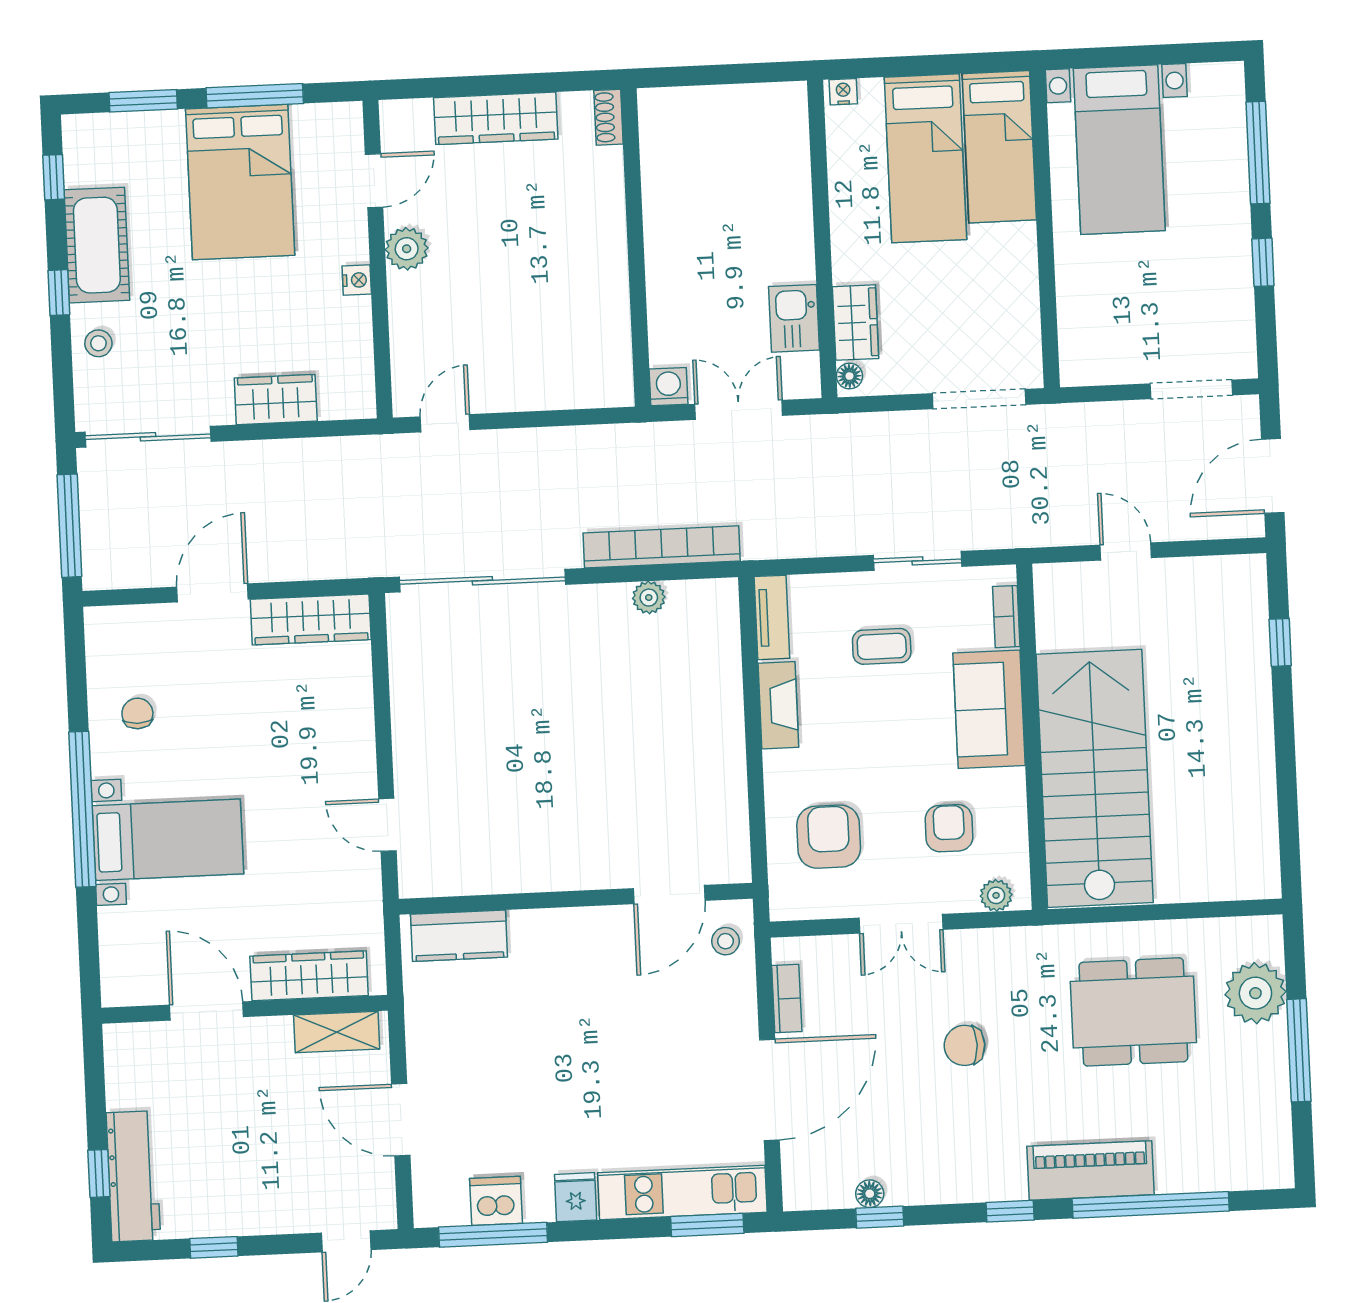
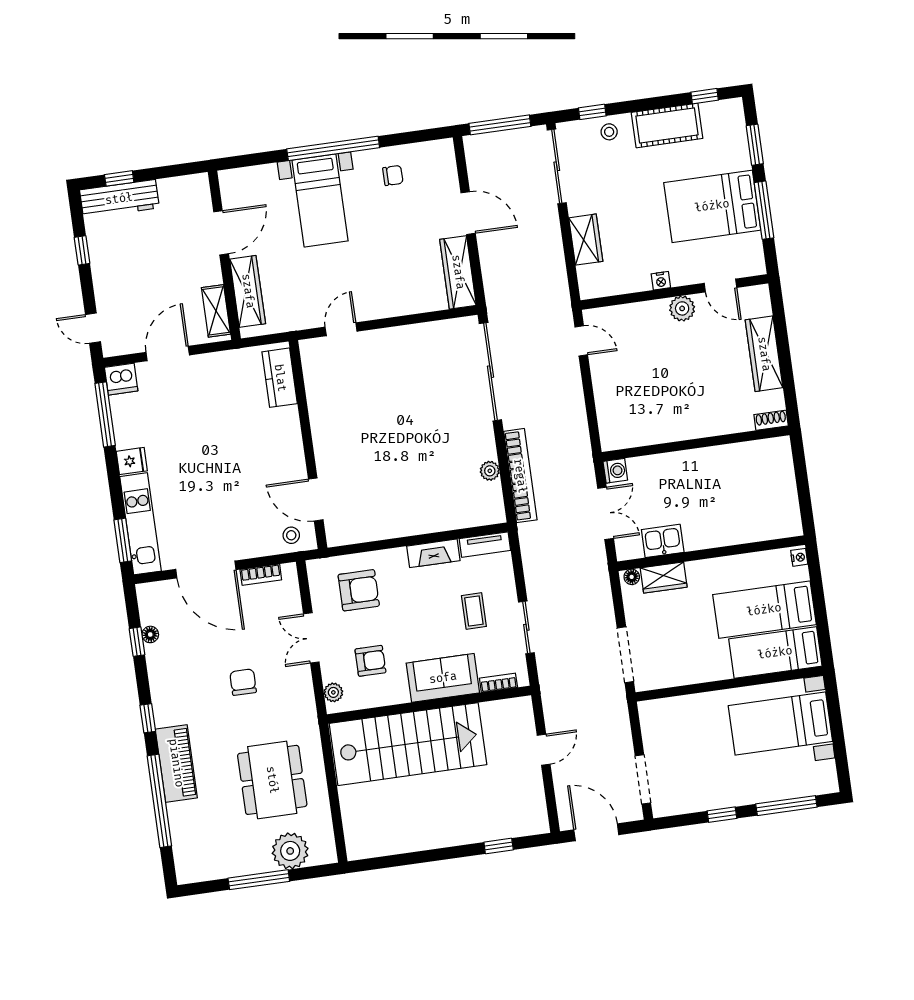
window: (59, 293) -> (592, 112), moved
dishwasher: (496, 1201) -> (121, 379), moved, turned 90

